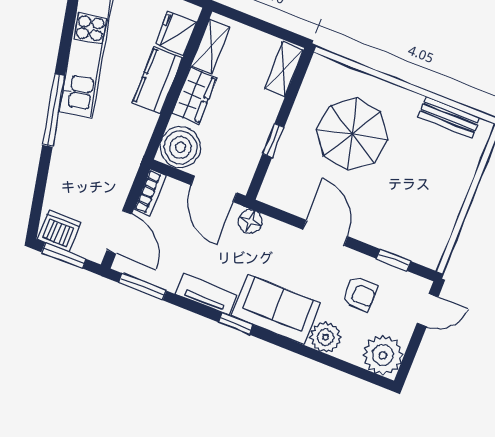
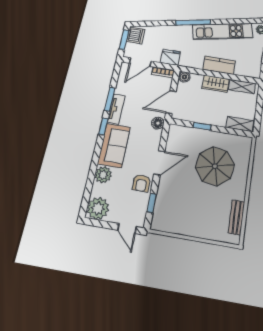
fridge: (176, 33) -> (170, 57), moved
boiler: (180, 147) -> (184, 77), width x0.54, depth x0.54
window: (143, 287) -> (110, 99), moved
armchair: (360, 294) -> (141, 183), moved

